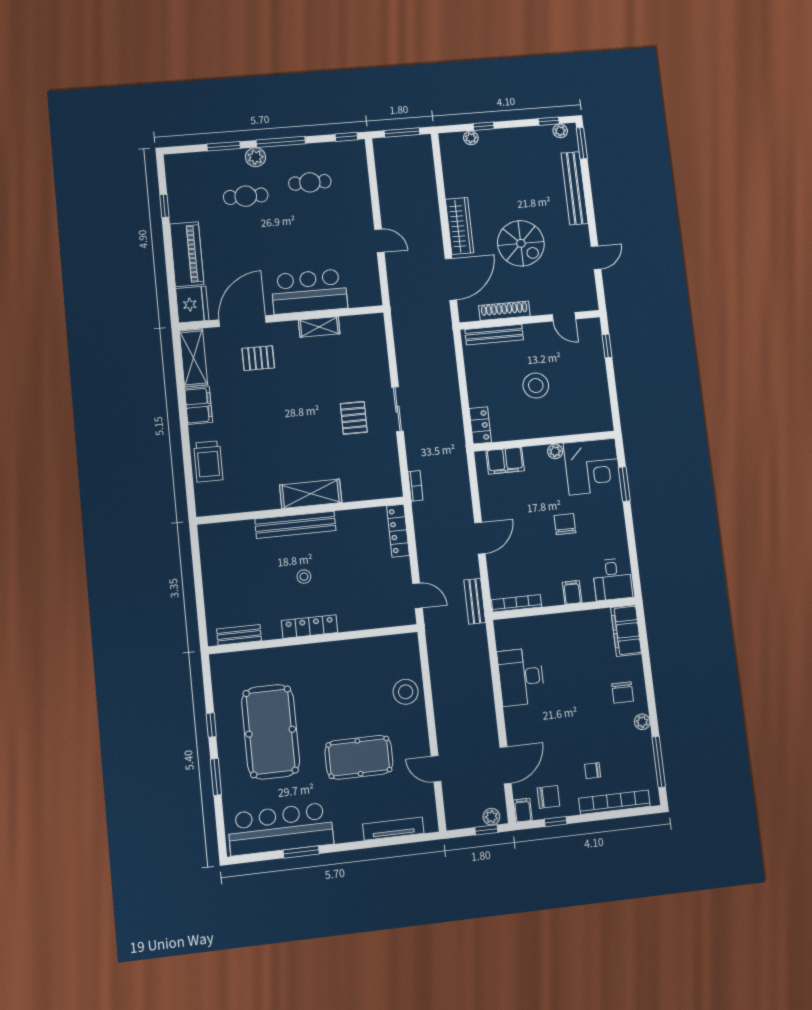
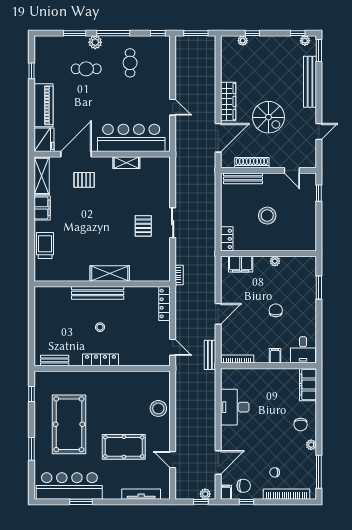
cafe table: (310, 182) -> (130, 63), turned 90
bar counter: (309, 291) -> (131, 138), width x1.36
trolley: (208, 461) -> (45, 246), turned 180
corner desk: (592, 467) -> (299, 274), removed
window: (211, 725) -> (32, 394), moved

